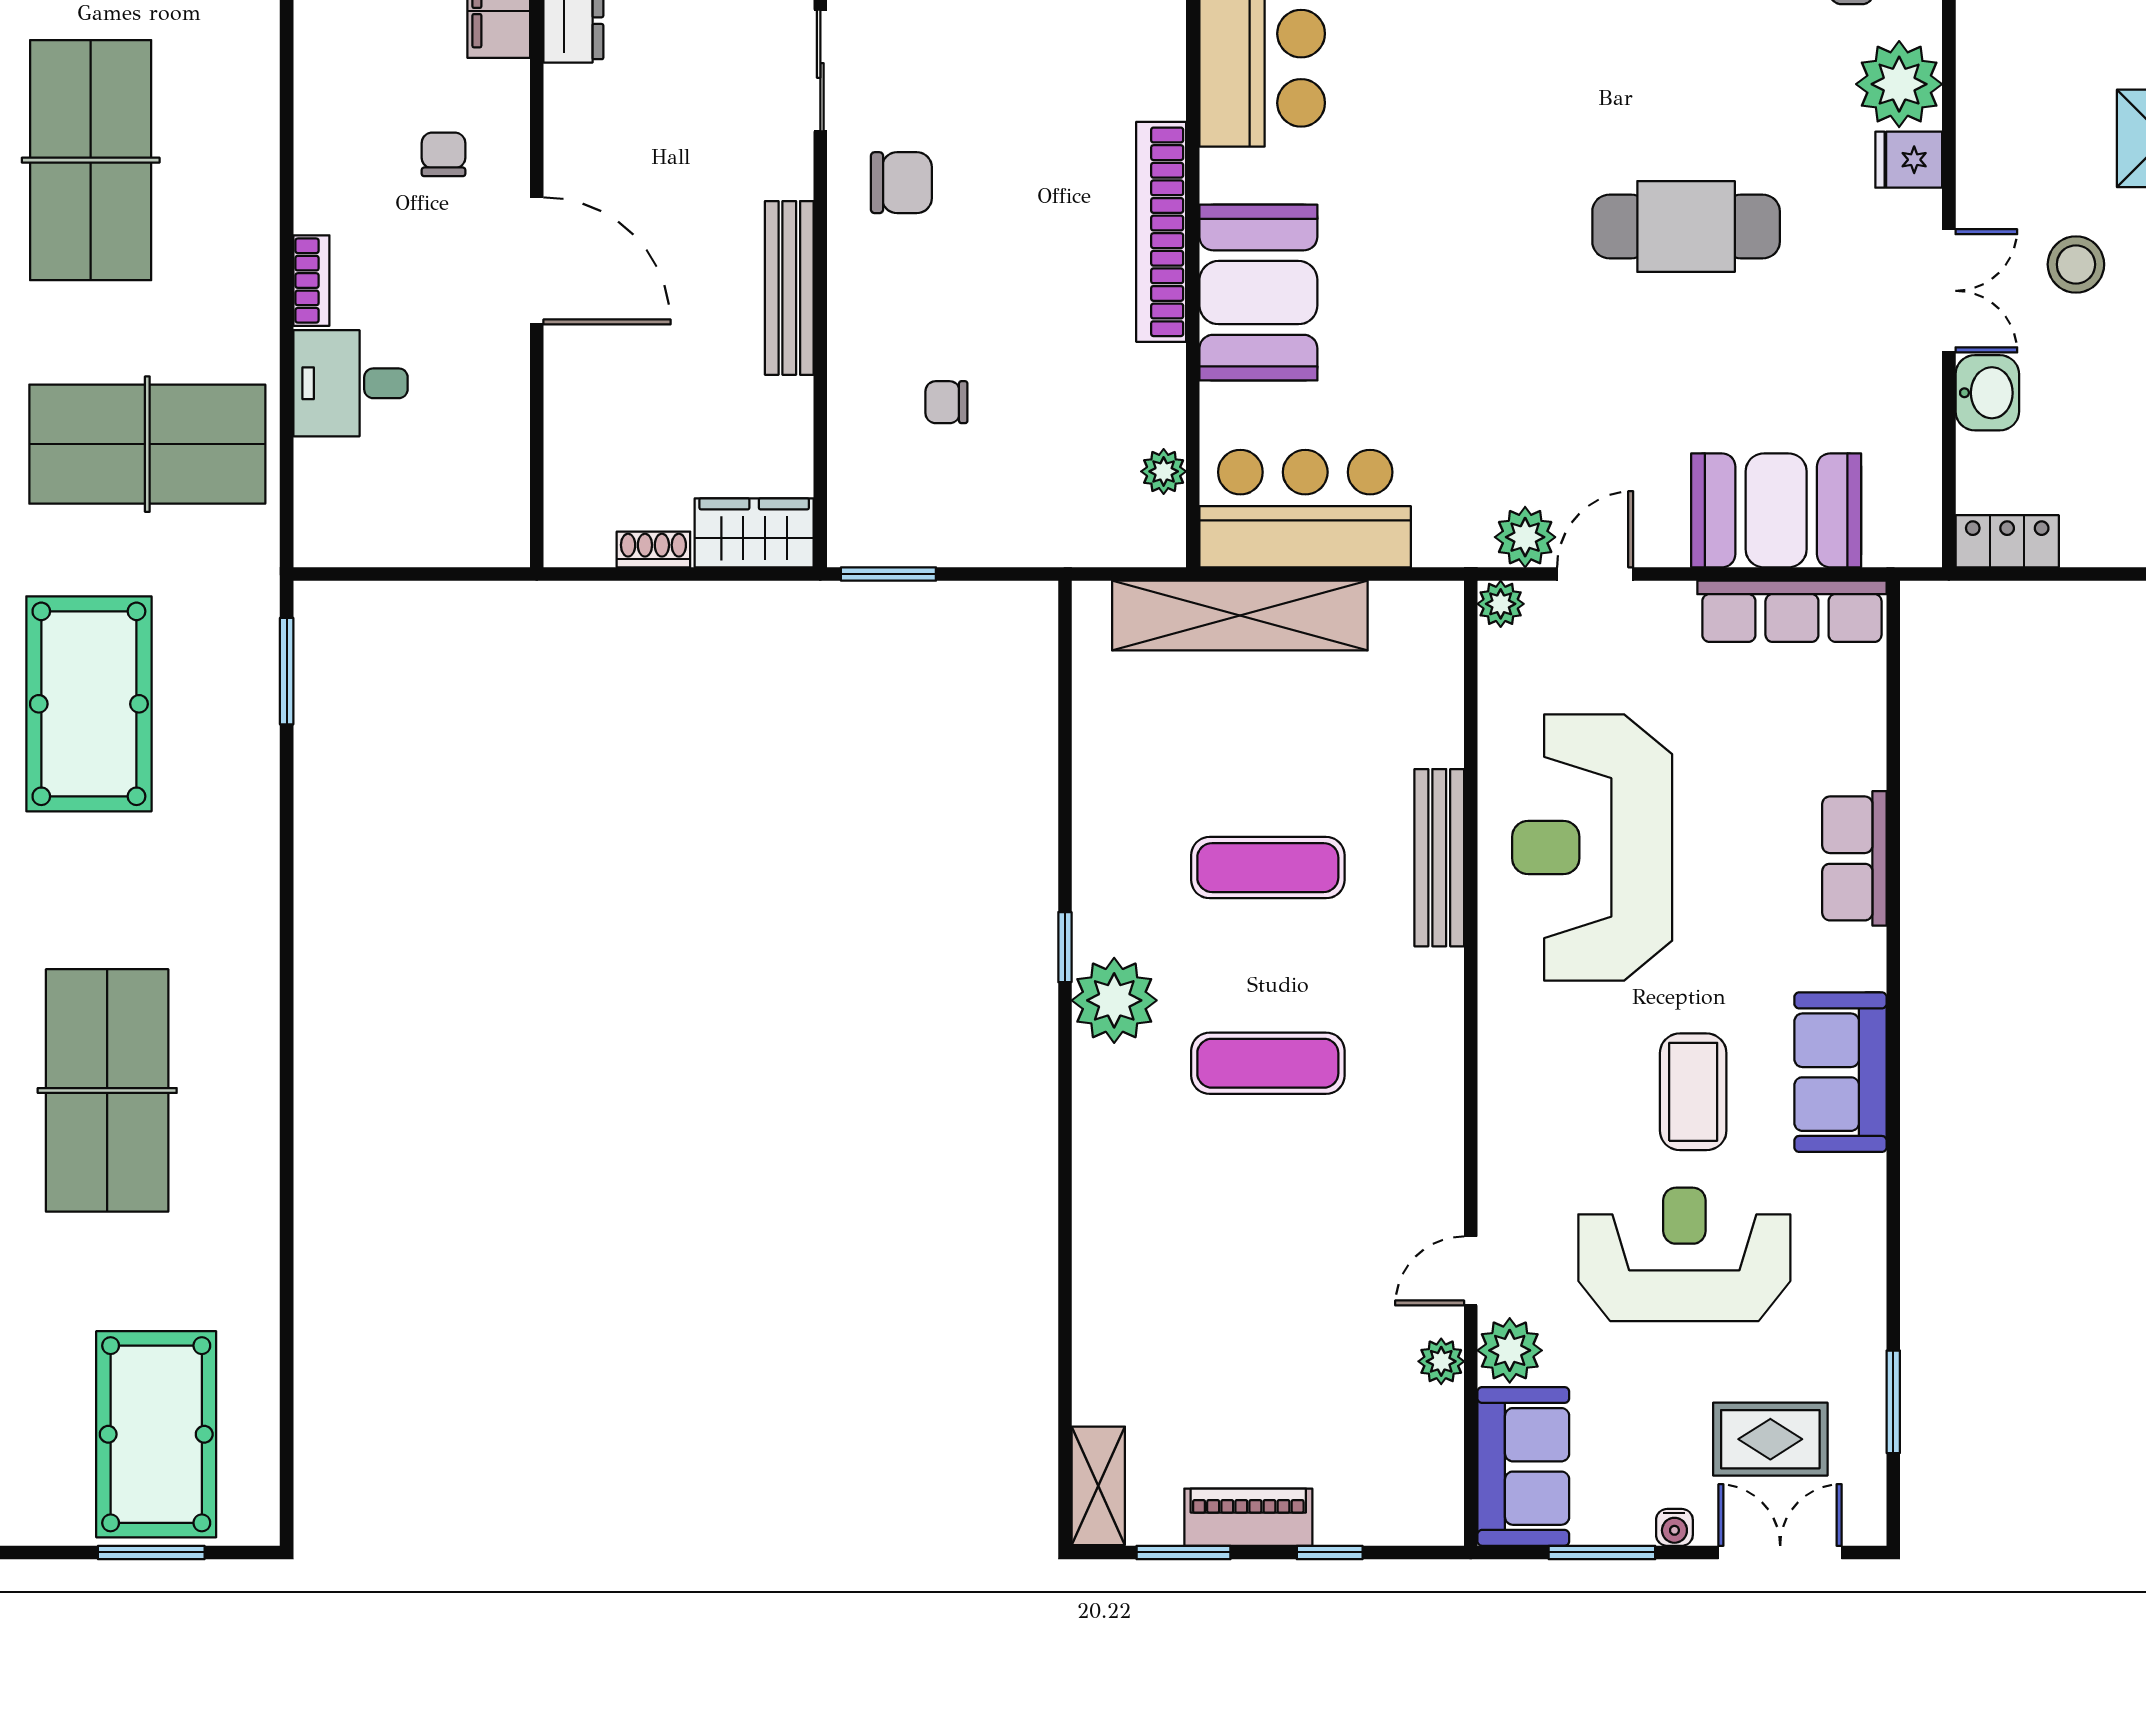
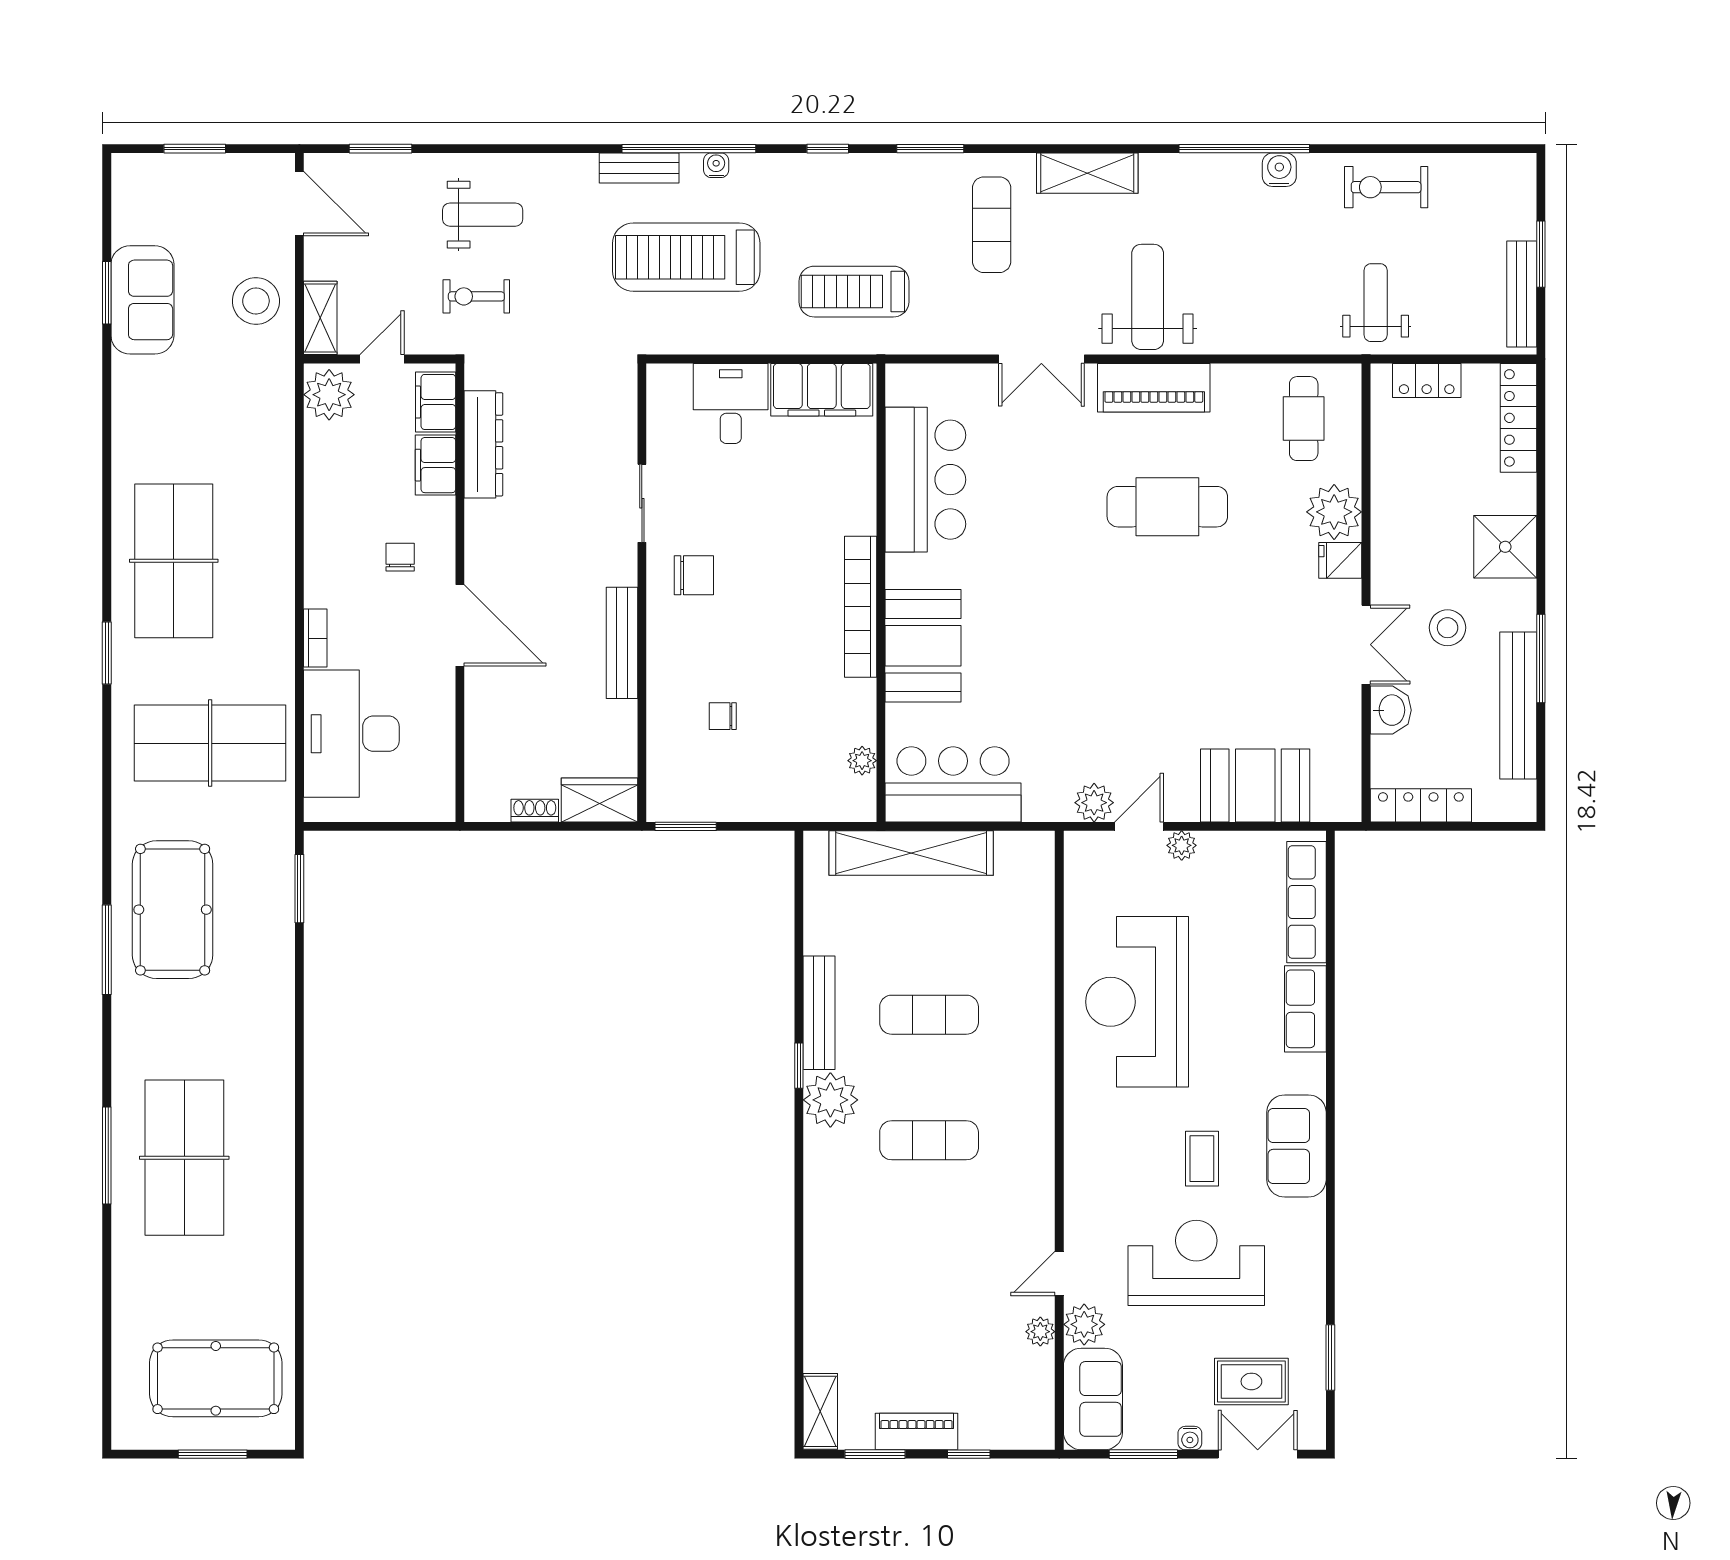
cafe table: (1686, 227) -> (1167, 507), moved
desk: (350, 383) -> (351, 734), width x1.87, depth x1.30
locker: (2007, 541) -> (1421, 805), width x1.53
plant: (1501, 604) -> (1182, 845), moved
row of seats: (1792, 611) -> (1306, 902), moved, turned 90
bench: (1439, 858) -> (819, 1013), moved
coffee table: (1693, 1092) -> (1202, 1159), width x0.73, depth x0.77
pool table: (156, 1434) -> (216, 1378), turned 90

